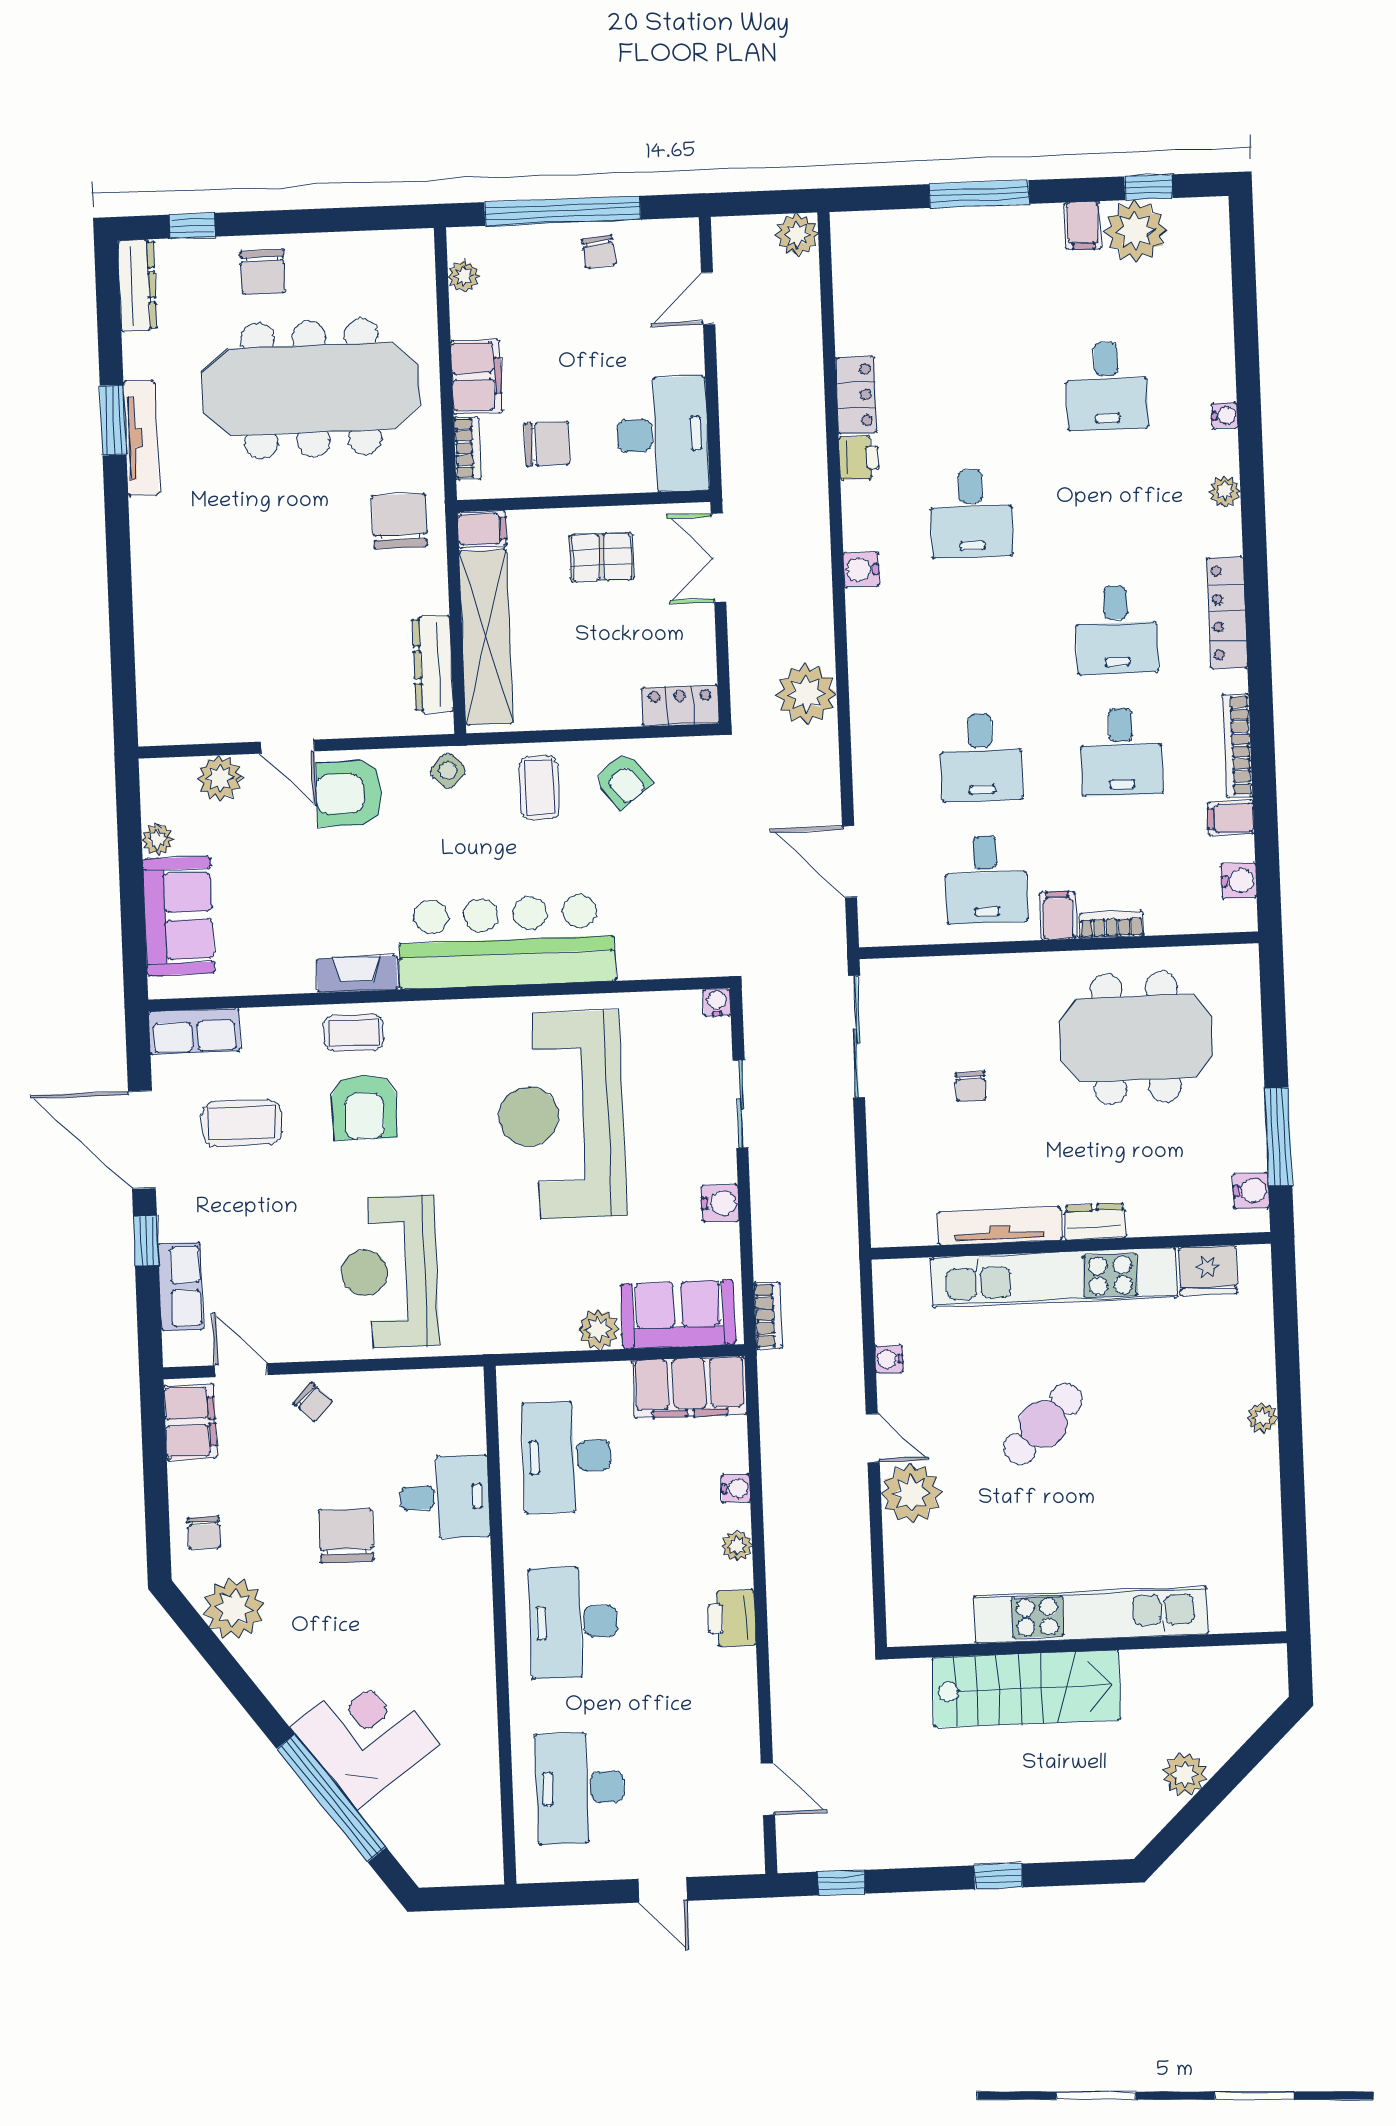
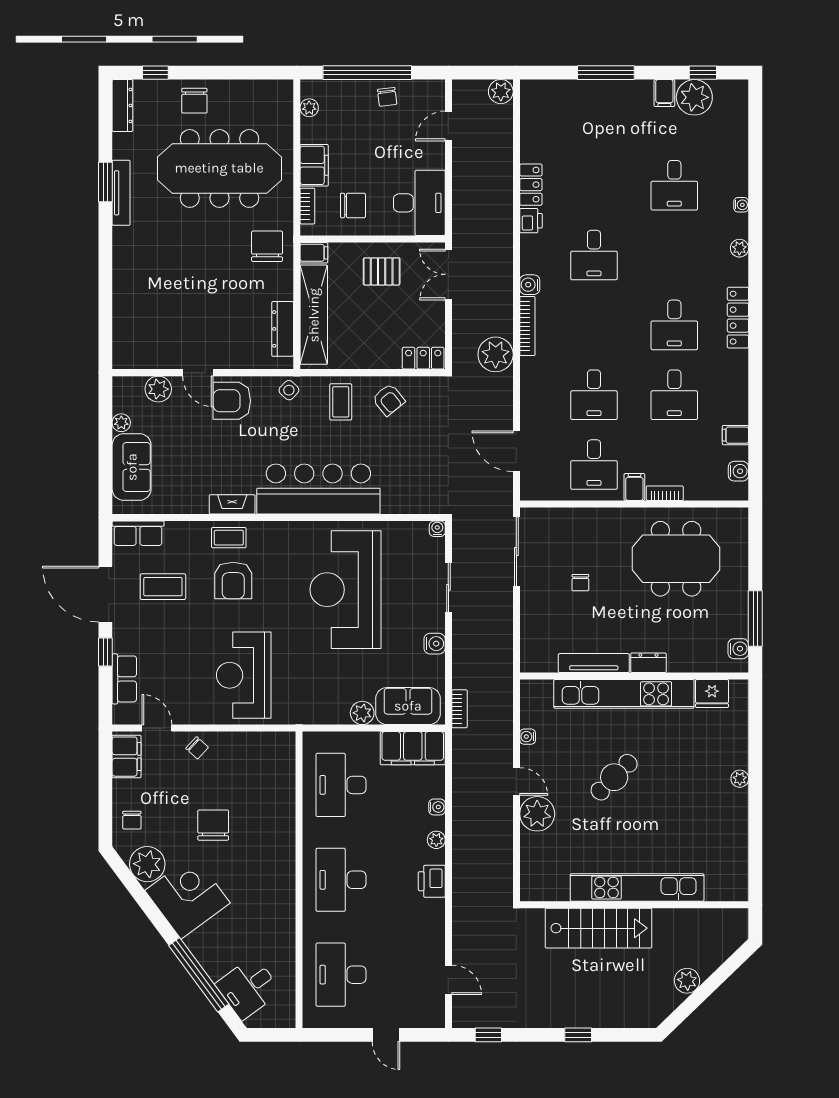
bookcase: (1238, 746) -> (527, 326), moved, turned 180
desk: (445, 1497) -> (248, 988), moved, turned 144
corner desk: (365, 1735) -> (187, 897), moved

